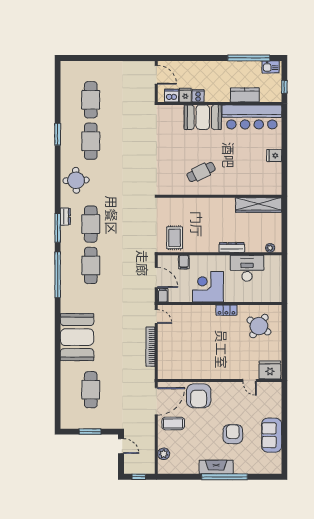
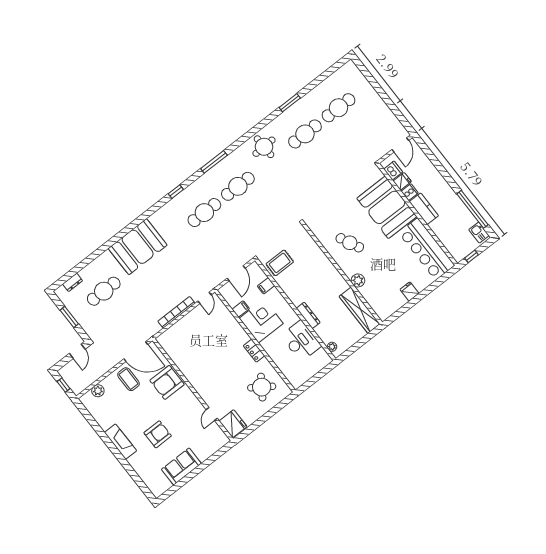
kitchen counter: (245, 95) -> (424, 209), moved
booth: (203, 117) -> (387, 207), width x1.36, depth x1.42
plant: (235, 188) -> (358, 280), added
dresser: (65, 216) -> (73, 282), moved
window: (58, 275) -> (176, 192), width x0.32
filing cabinet: (163, 295) -> (241, 309), moved
window: (225, 477) -> (118, 455), removed

